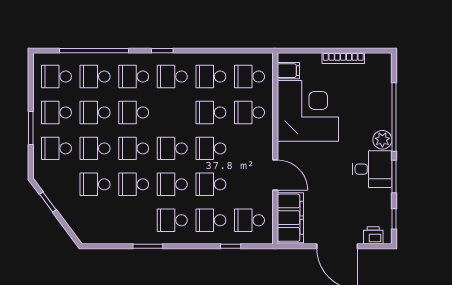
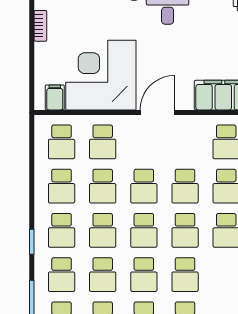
bookcase: (343, 58) -> (40, 26), width x0.64
school desk: (172, 112) -> (103, 230), added
door: (275, 175) -> (157, 112), moved

